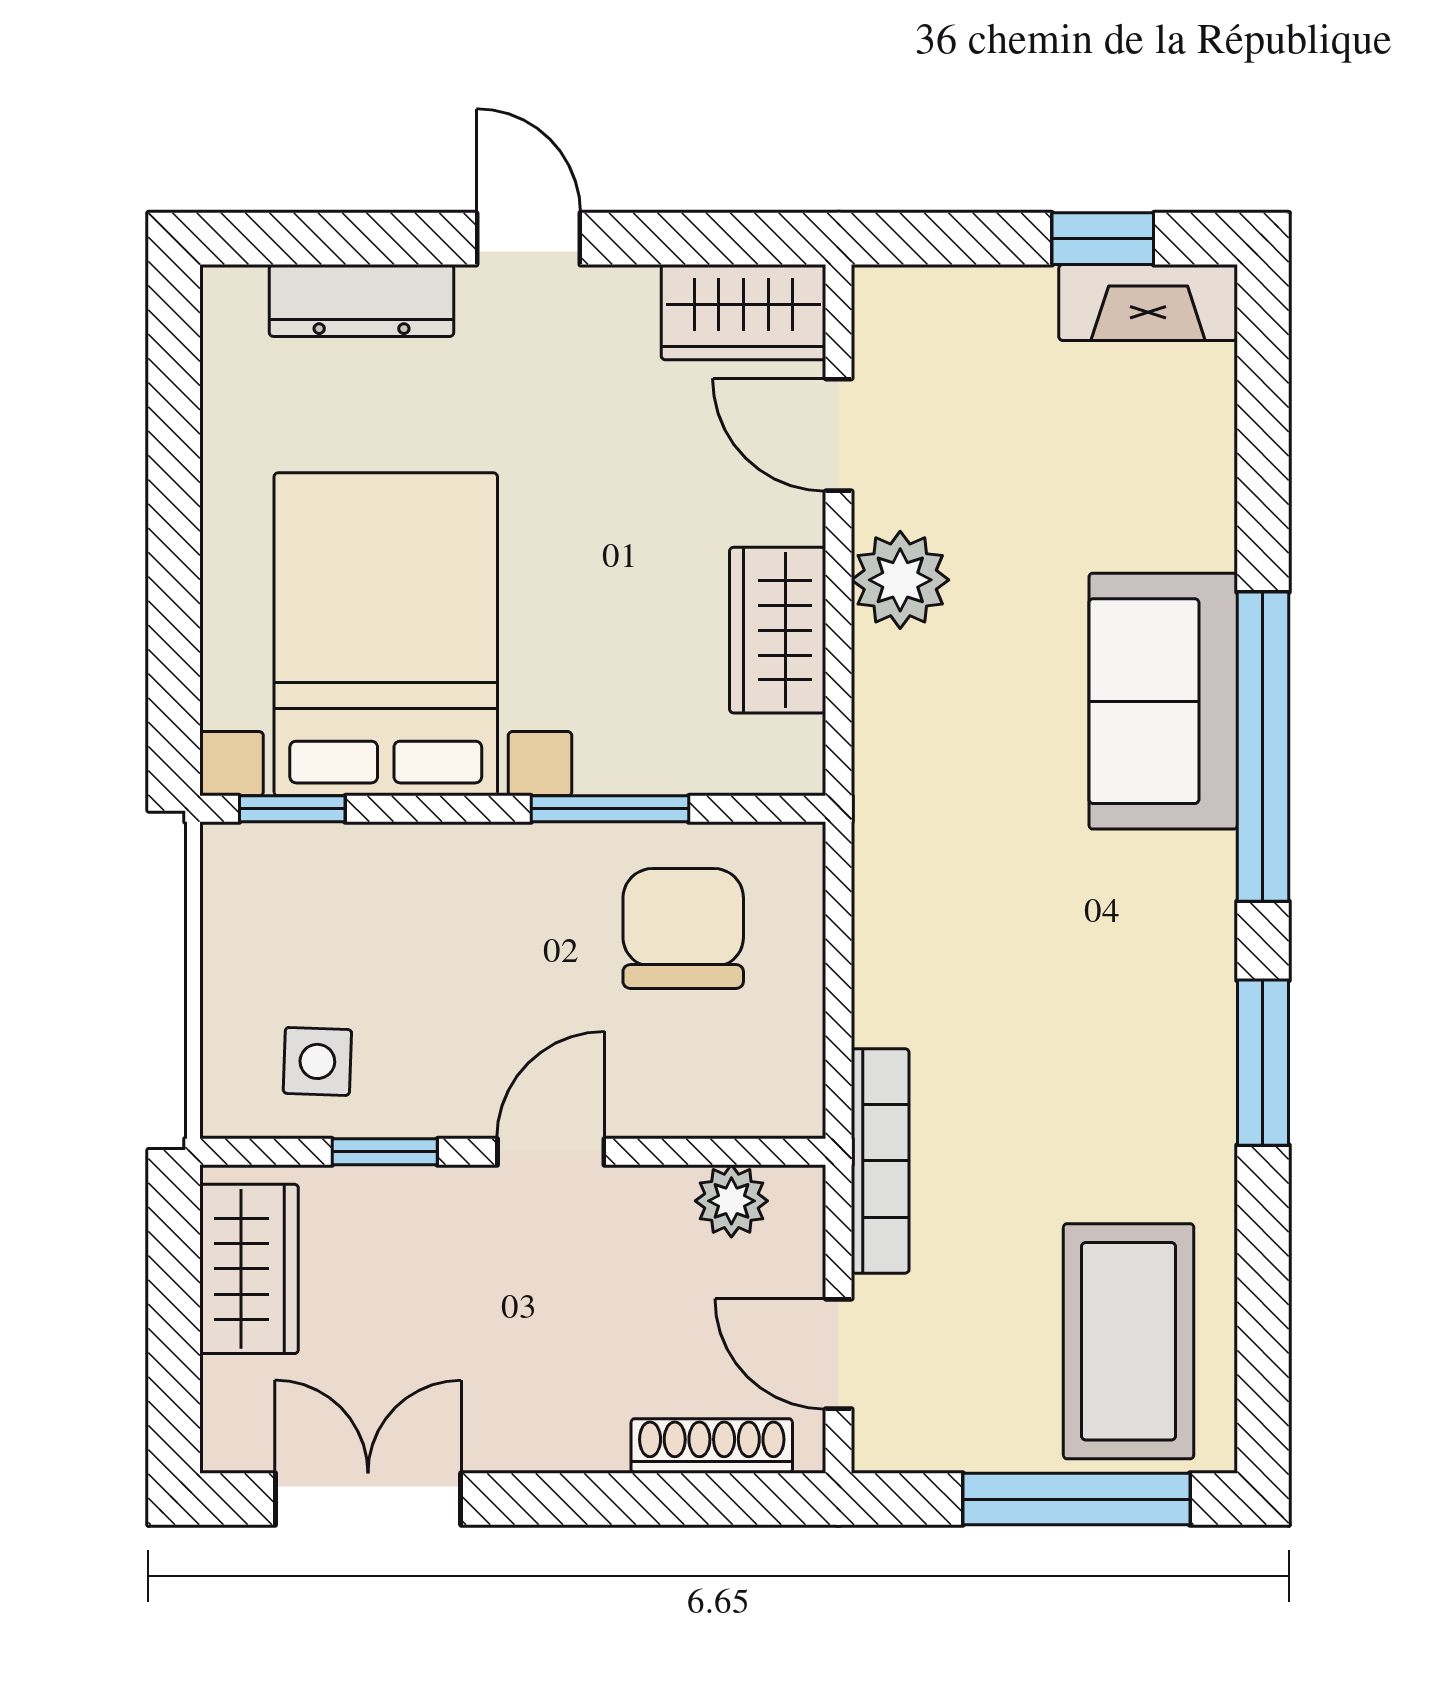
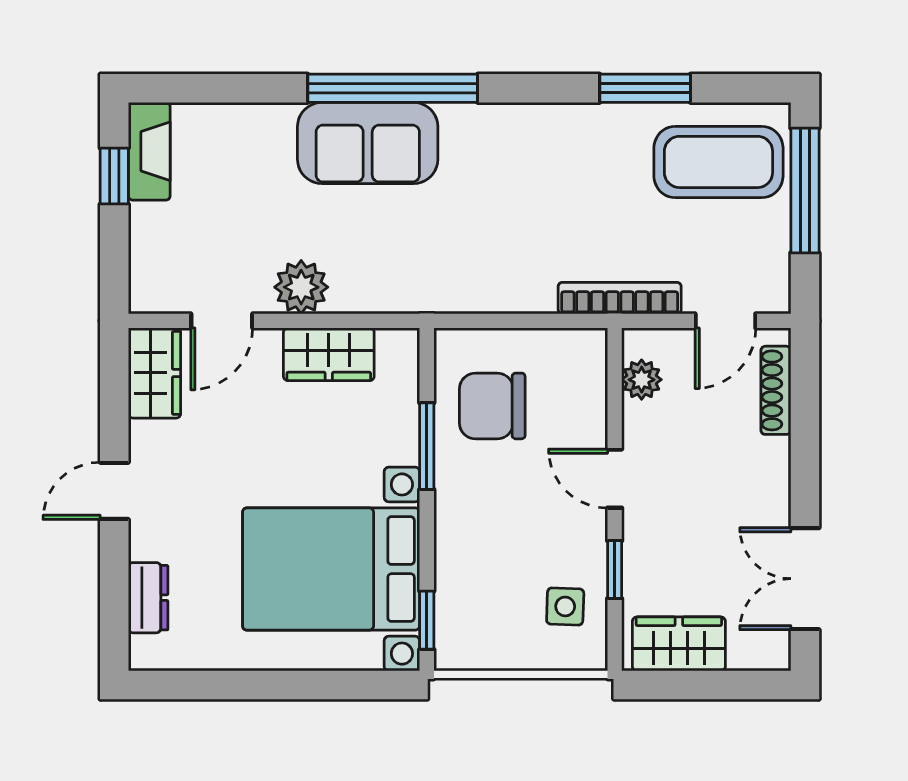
dresser: (362, 300) -> (148, 598), width x0.70
window: (1263, 1063) -> (645, 88), moved

